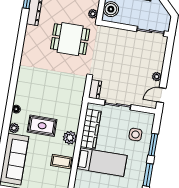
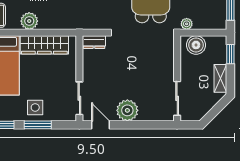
plant: (157, 77) -> (127, 110), width x1.87, depth x1.87
sliding door: (118, 105) -> (79, 98), moved
side table: (135, 135) -> (35, 107), moved

